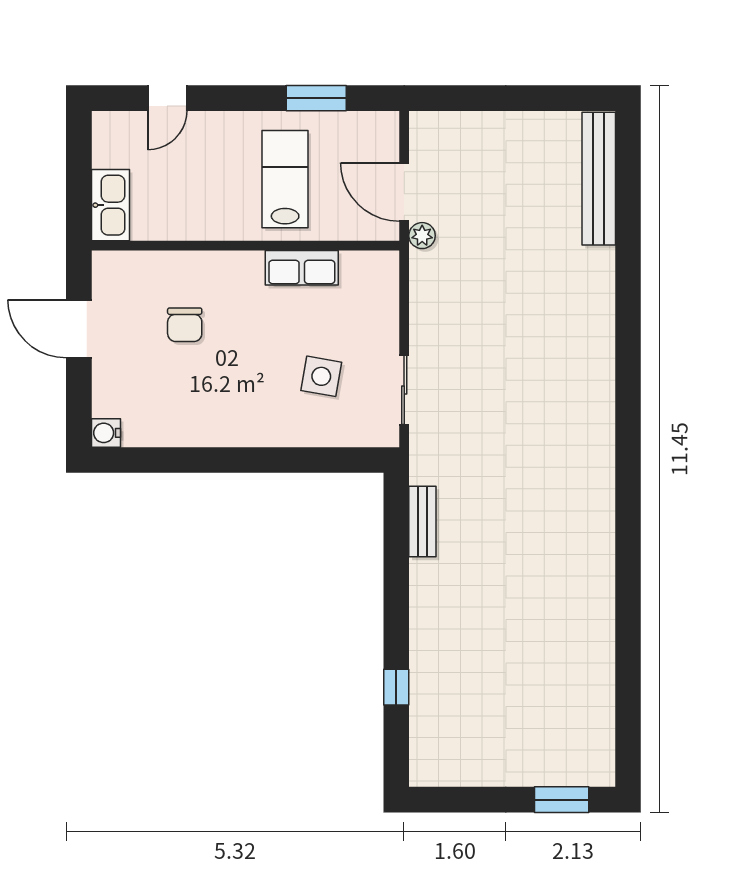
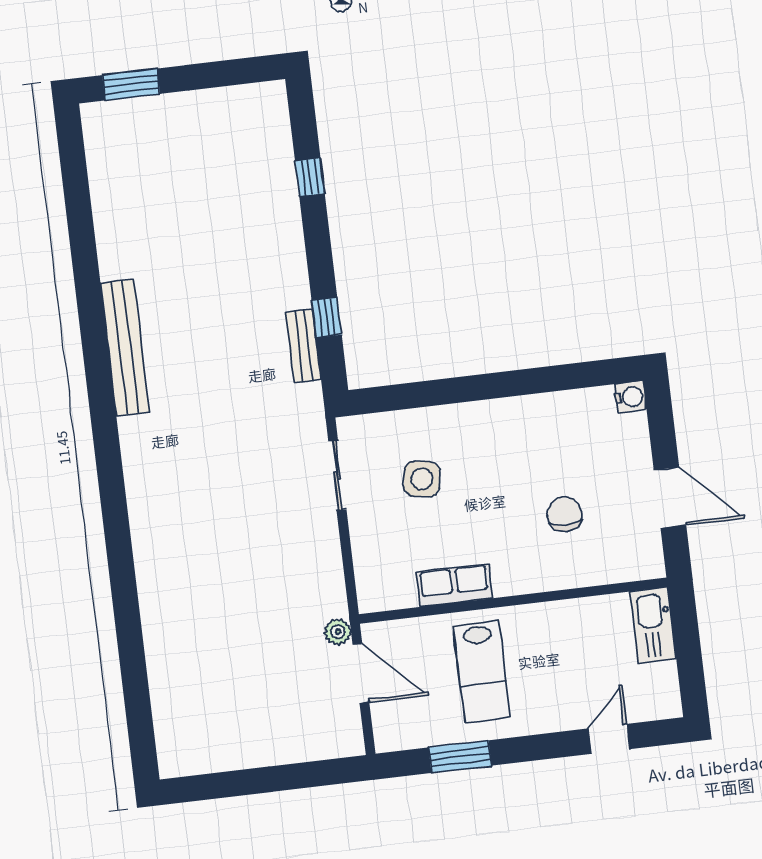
bench: (599, 179) -> (125, 347), moved
window: (396, 547) -> (327, 317), added

